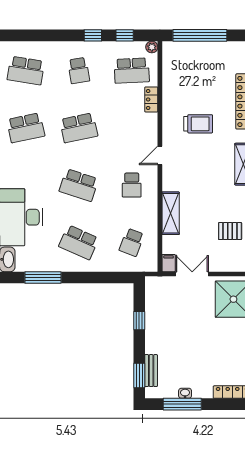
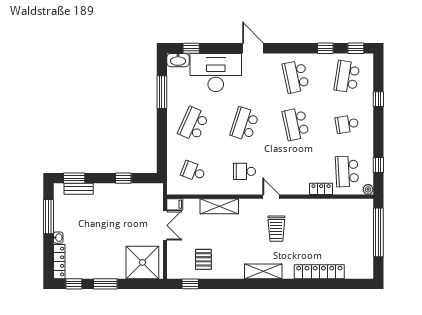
window: (93, 35) -> (378, 99), moved
trolley: (198, 124) -> (276, 229), moved
washbasin: (185, 393) -> (58, 238), moved

